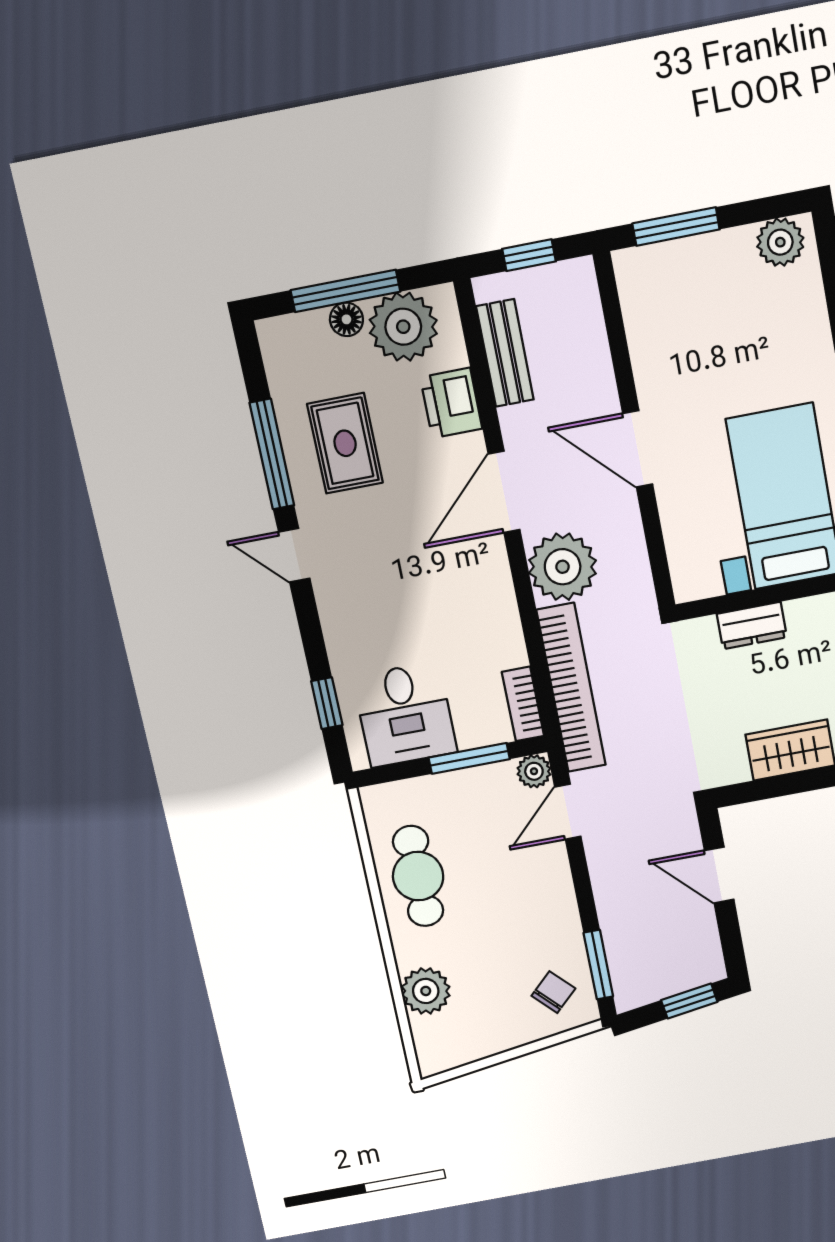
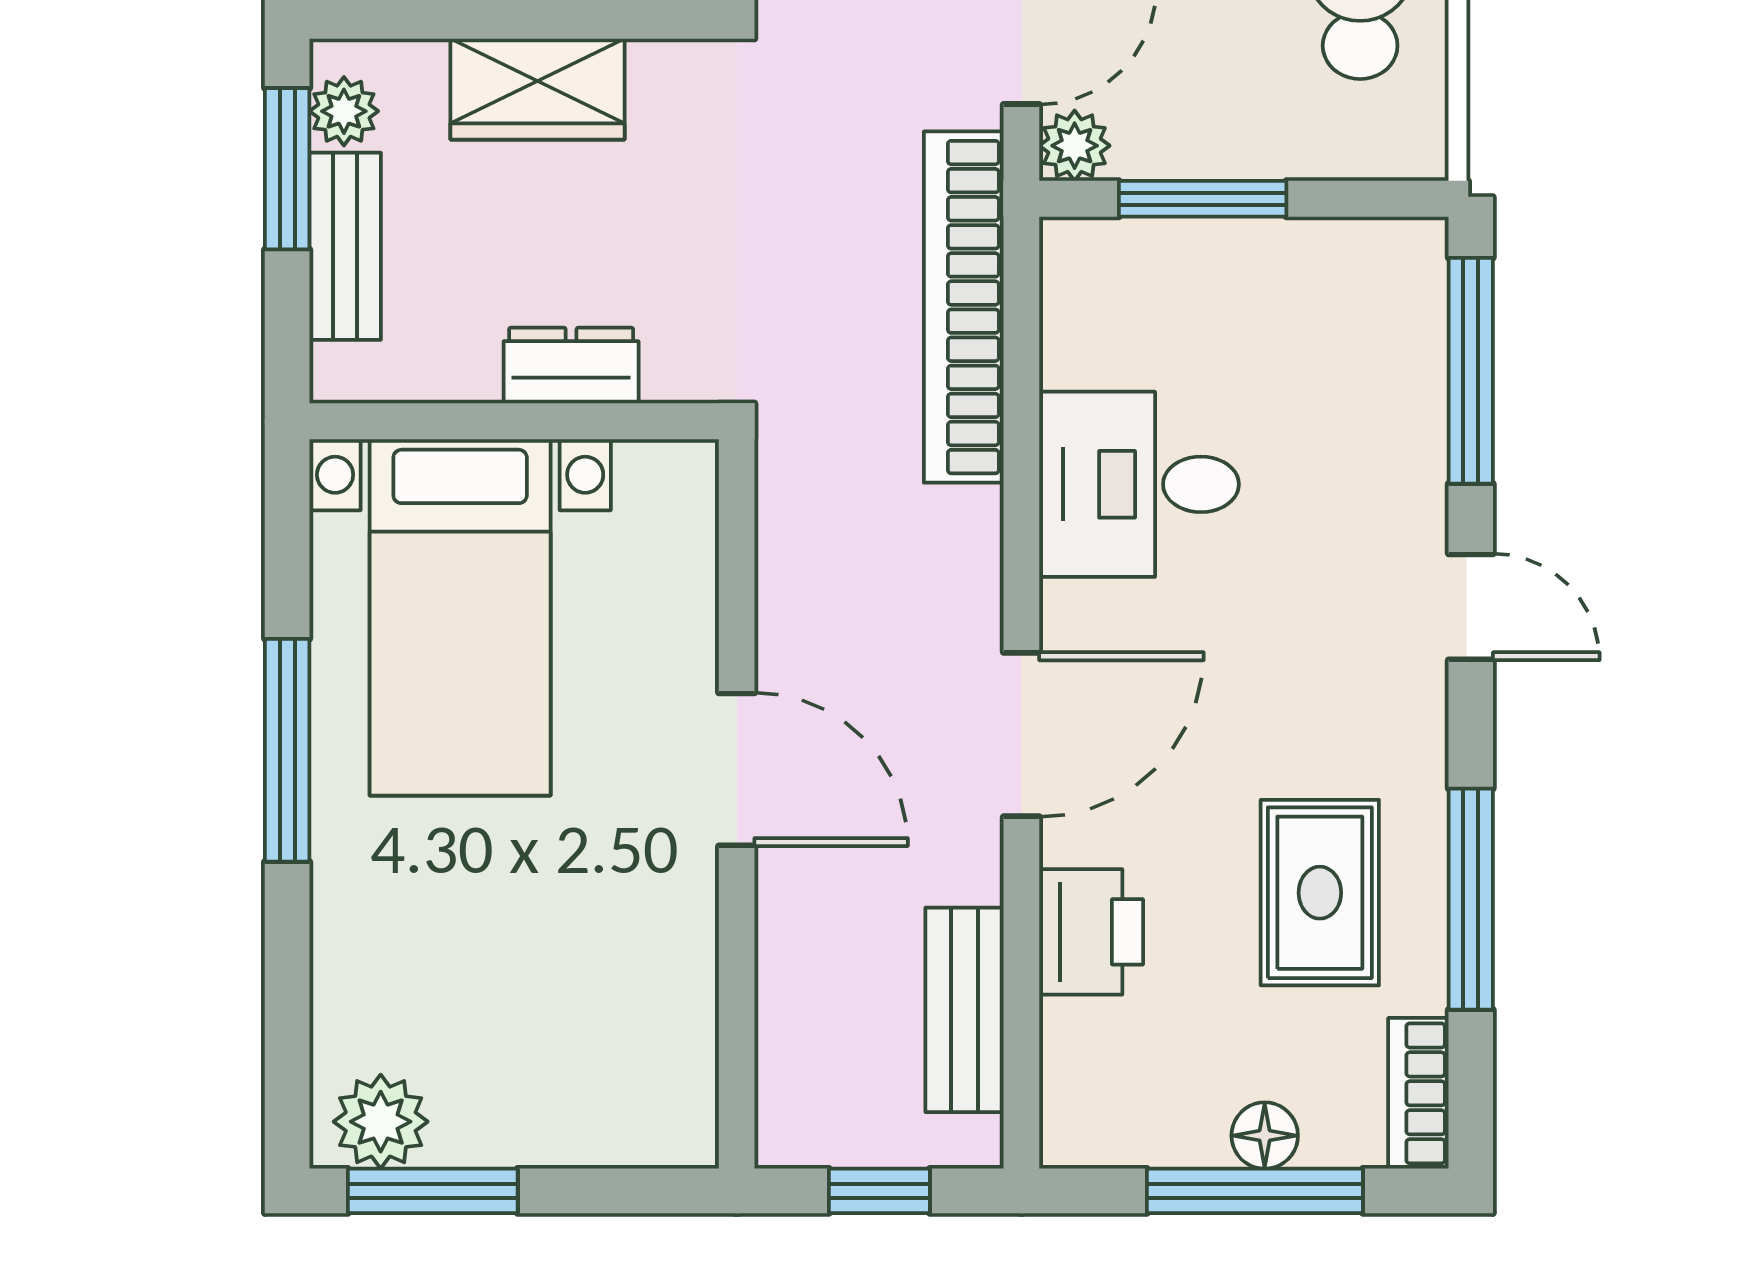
window: (676, 226) -> (433, 1191), moved
plant: (403, 327) -> (1155, 1100), removed
door: (294, 555) -> (1471, 607), moved
plant: (563, 567) -> (933, 560), removed
window: (327, 703) -> (1471, 371), width x2.17
bookcase: (523, 704) -> (1418, 1093), moved, turned 180
desk: (405, 714) -> (1139, 484), moved, turned -90

